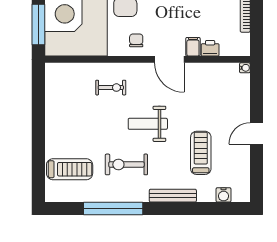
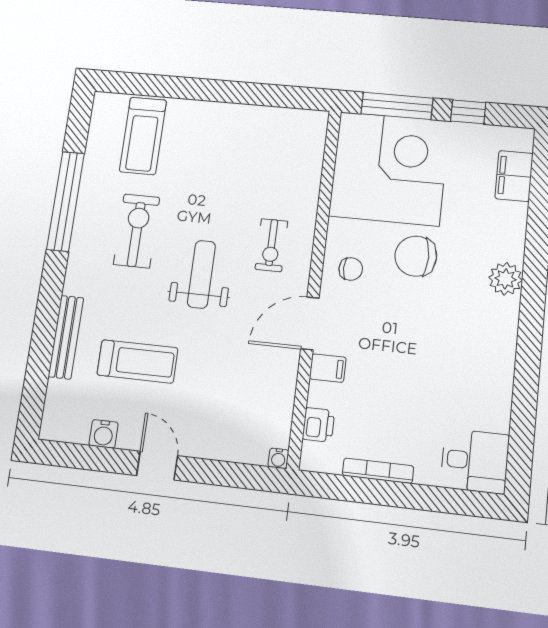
printer: (210, 48) -> (318, 425), moved
exercise bike: (111, 88) -> (271, 245), moved
water cooler: (224, 195) -> (104, 434), moved, turned -90
bench: (173, 196) -> (66, 337), moved

